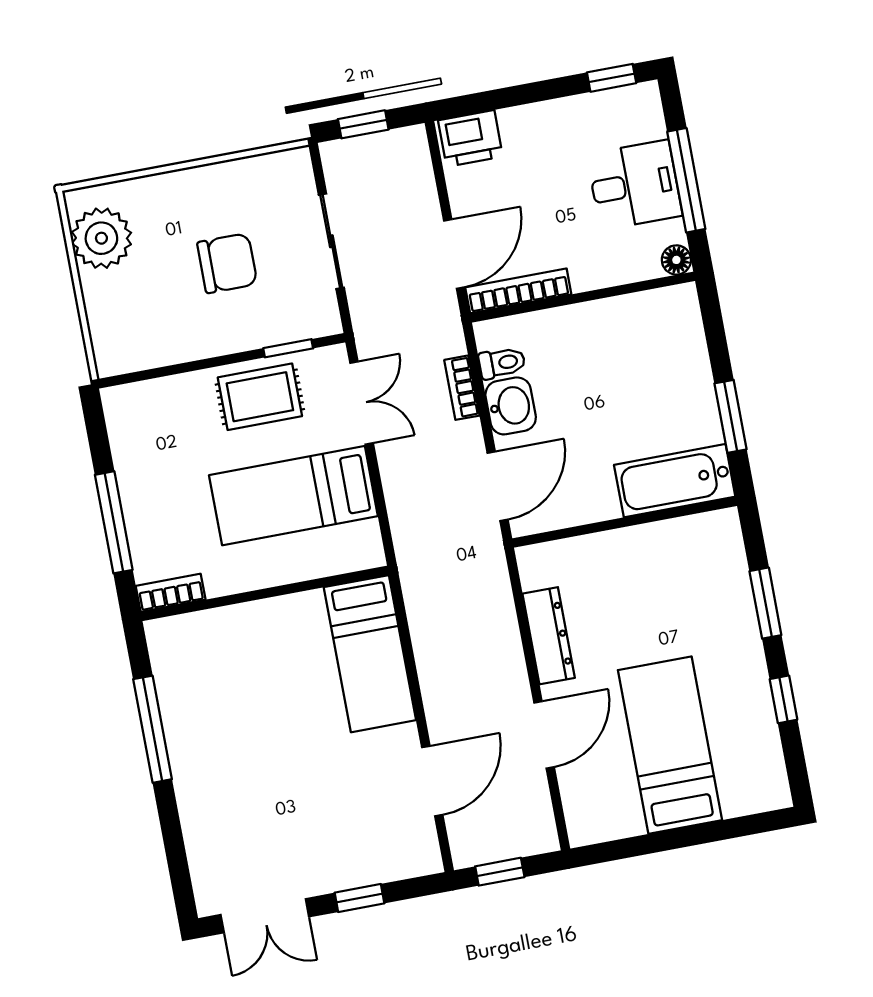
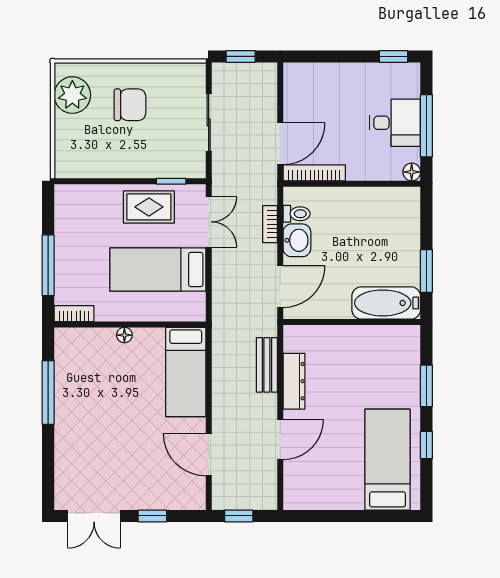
printer: (470, 138) -> (303, 77), removed
chair: (227, 263) -> (130, 105), moved
floor lamp: (259, 612) -> (124, 335), added
bench: (500, 618) -> (267, 365), added
bed: (670, 745) -> (388, 460), moved
door: (432, 781) -> (209, 455), swing flipped

